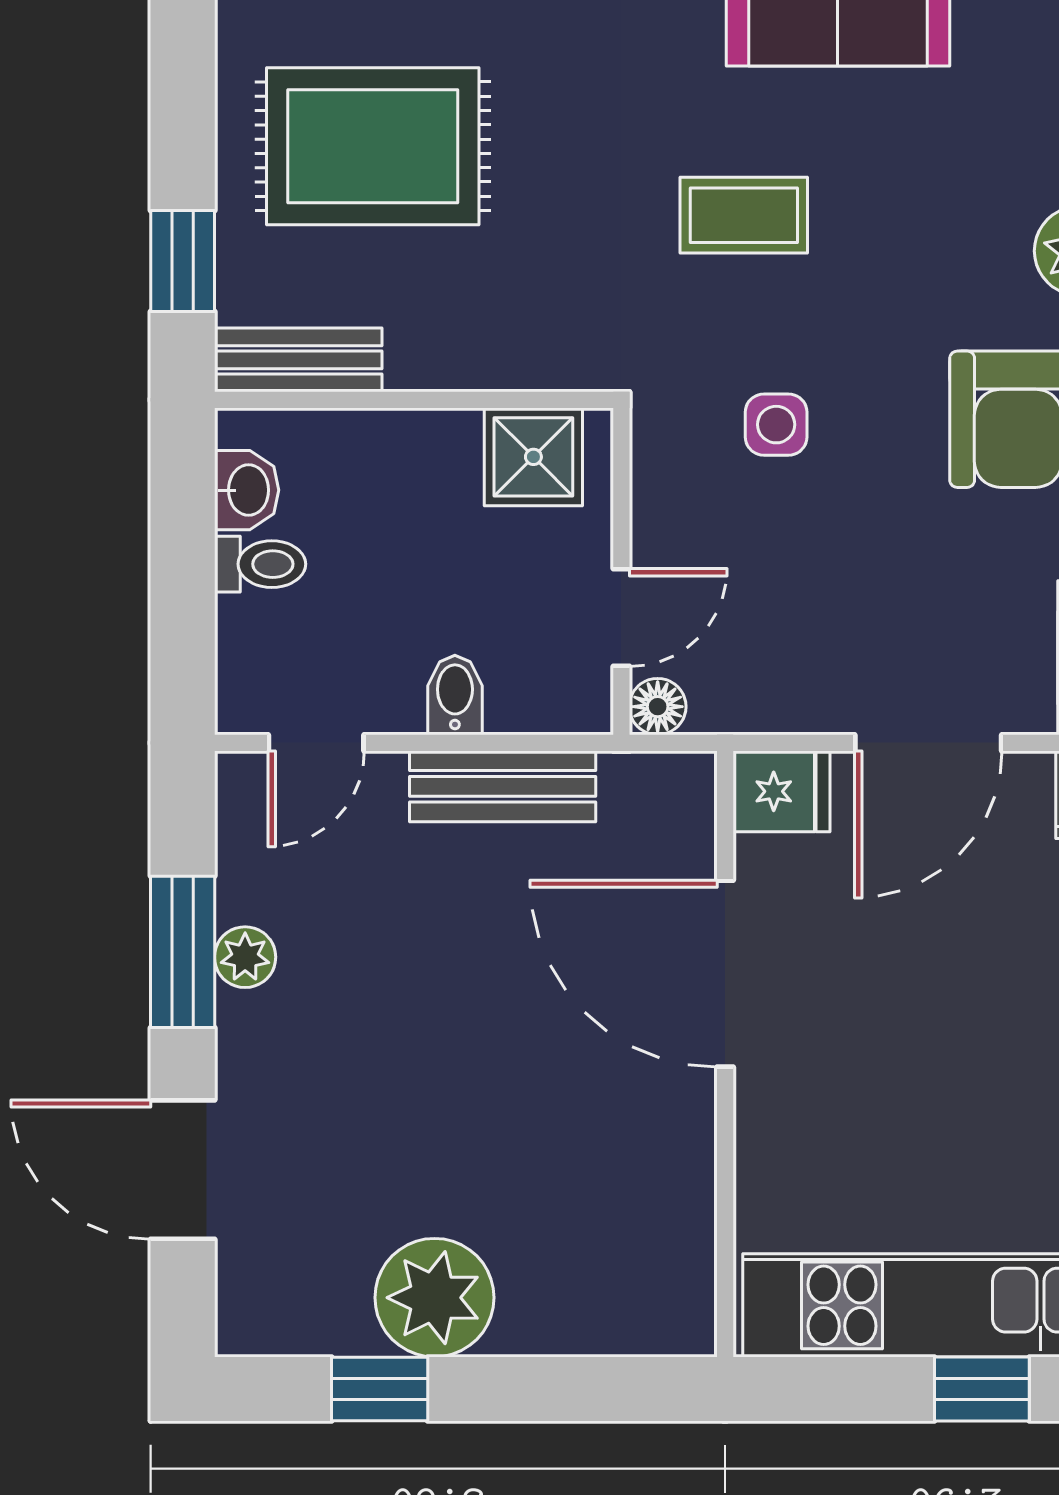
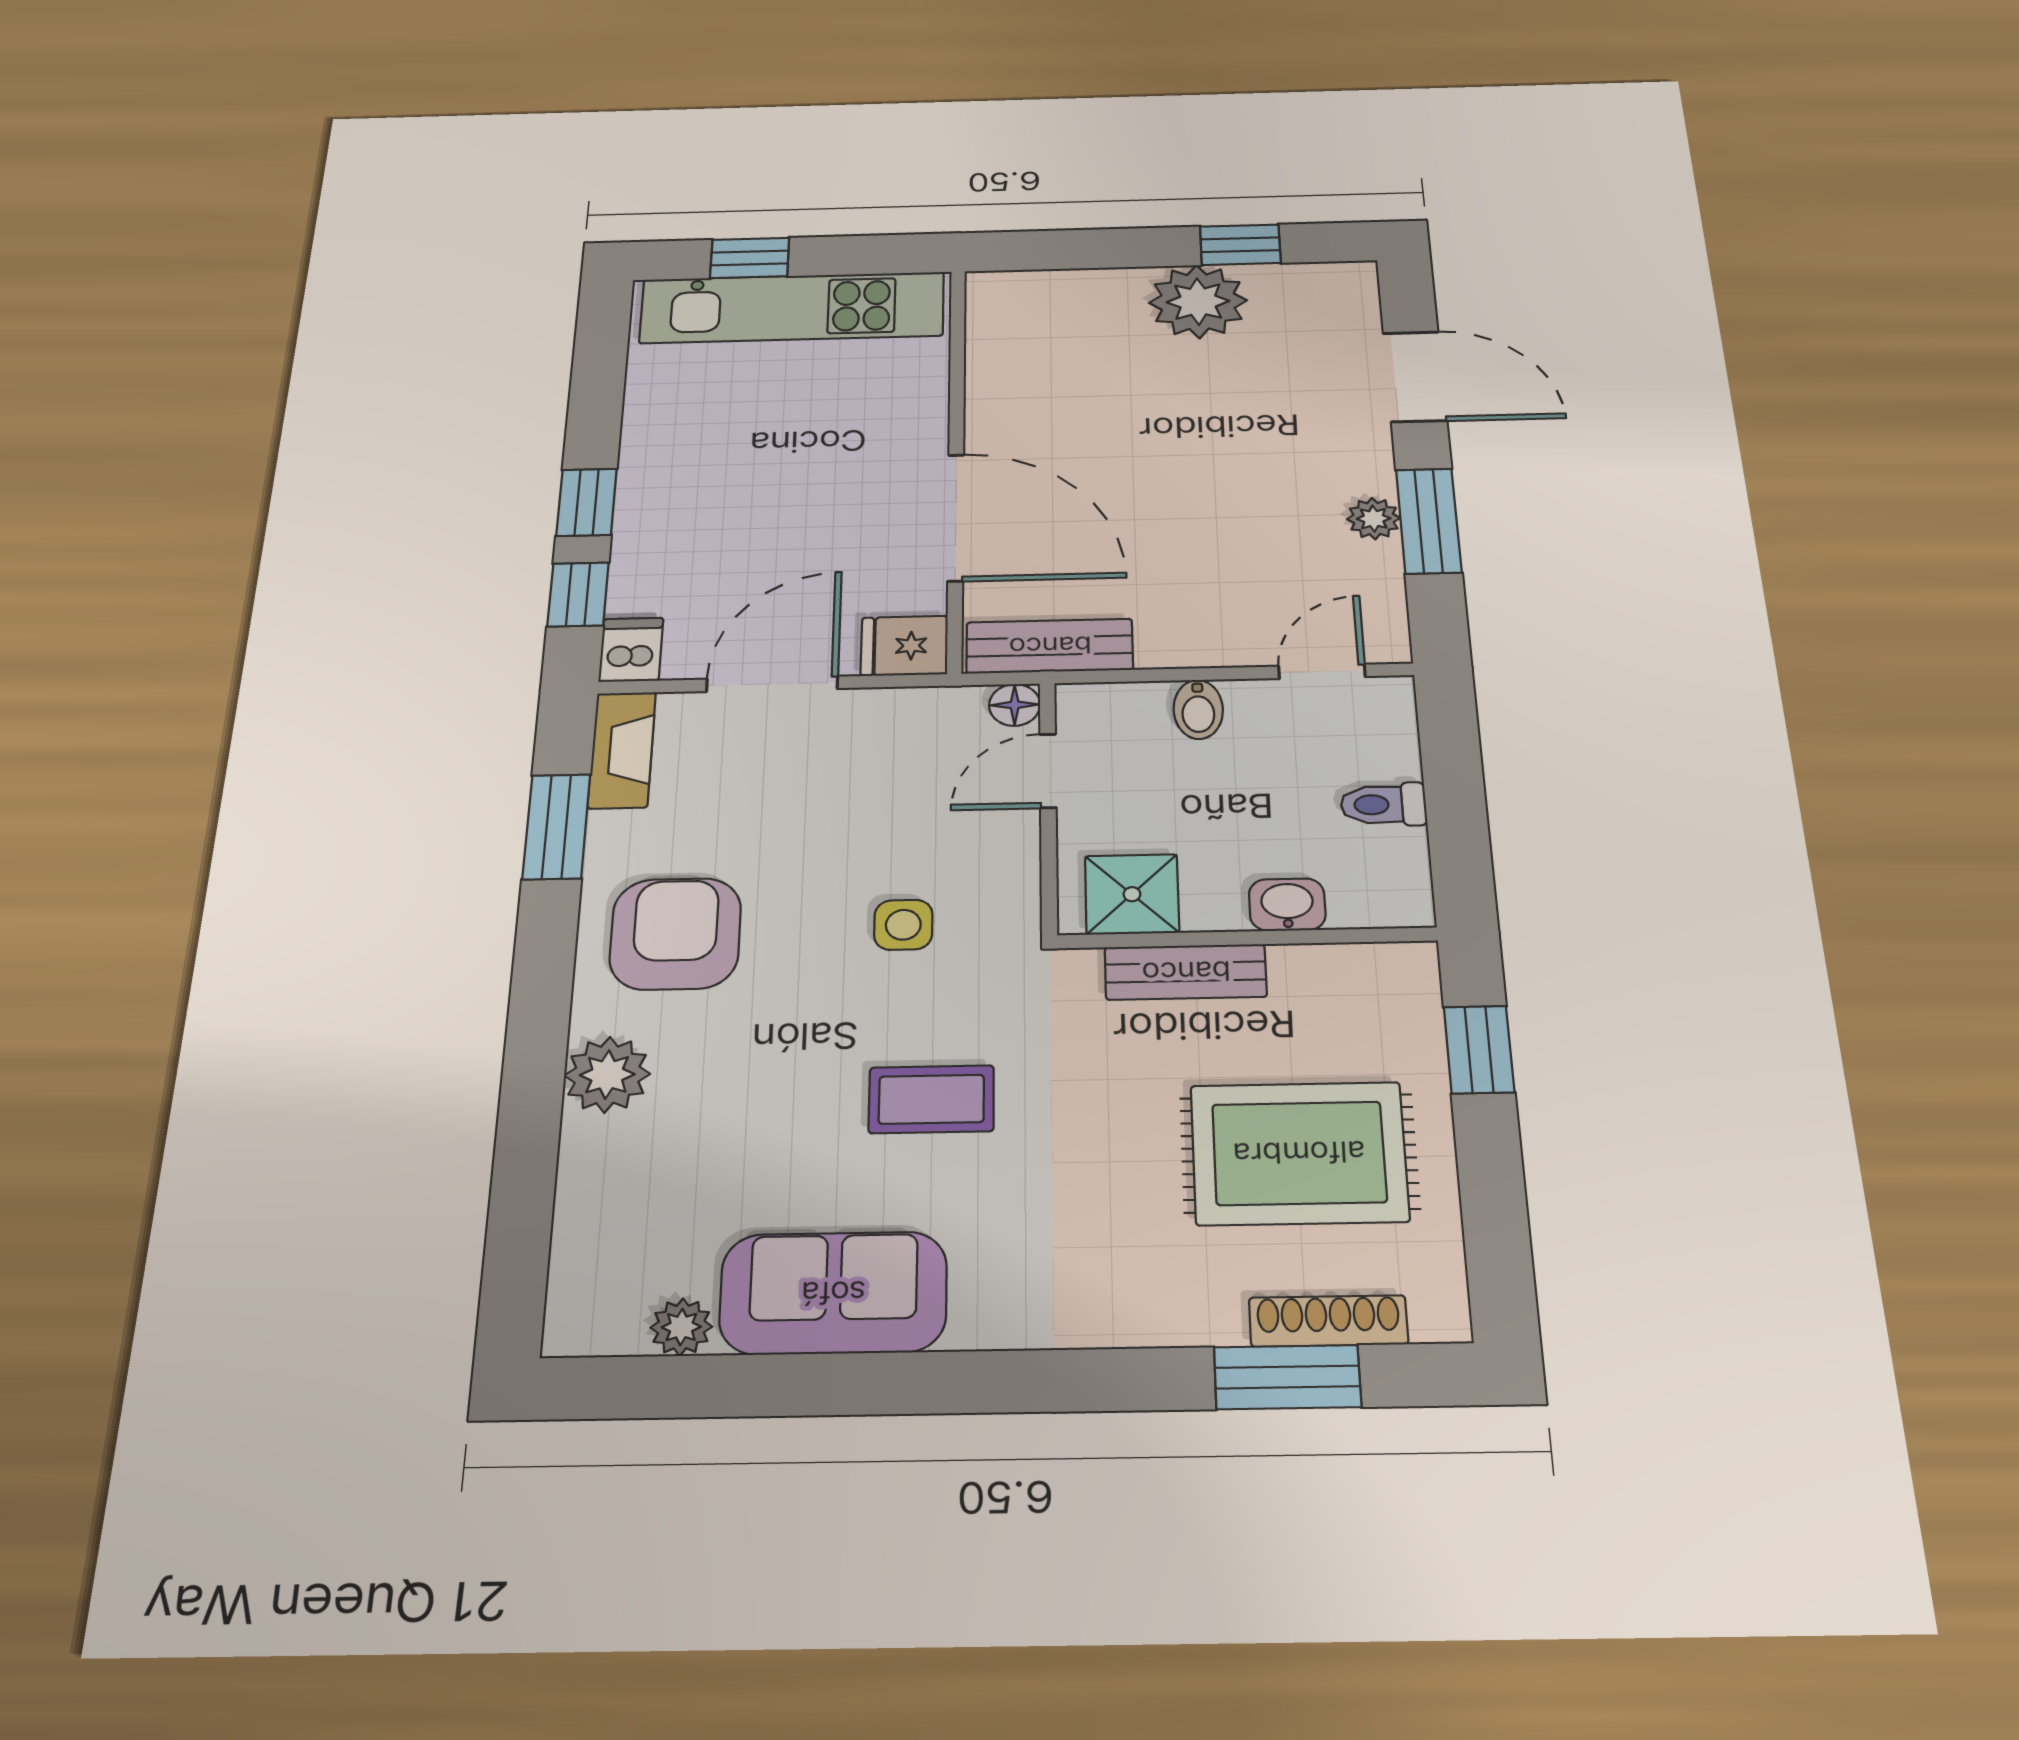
bench: (298, 360) -> (1186, 972), moved
washbasin: (247, 490) -> (1287, 905), moved, turned 90
bench: (503, 786) -> (1050, 646), moved

